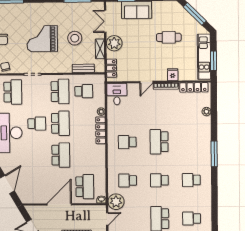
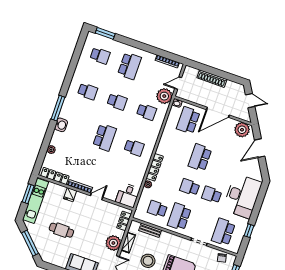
school desk: (60, 123) -> (190, 187), width x0.54
washbasin: (205, 139) -> (61, 125), added
plant: (30, 196) -> (242, 130), added

